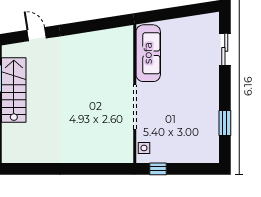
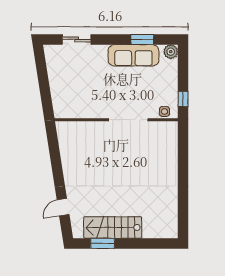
sofa: (148, 53) -> (133, 55), moved, turned 180
plant: (211, 155) -> (171, 52), added

